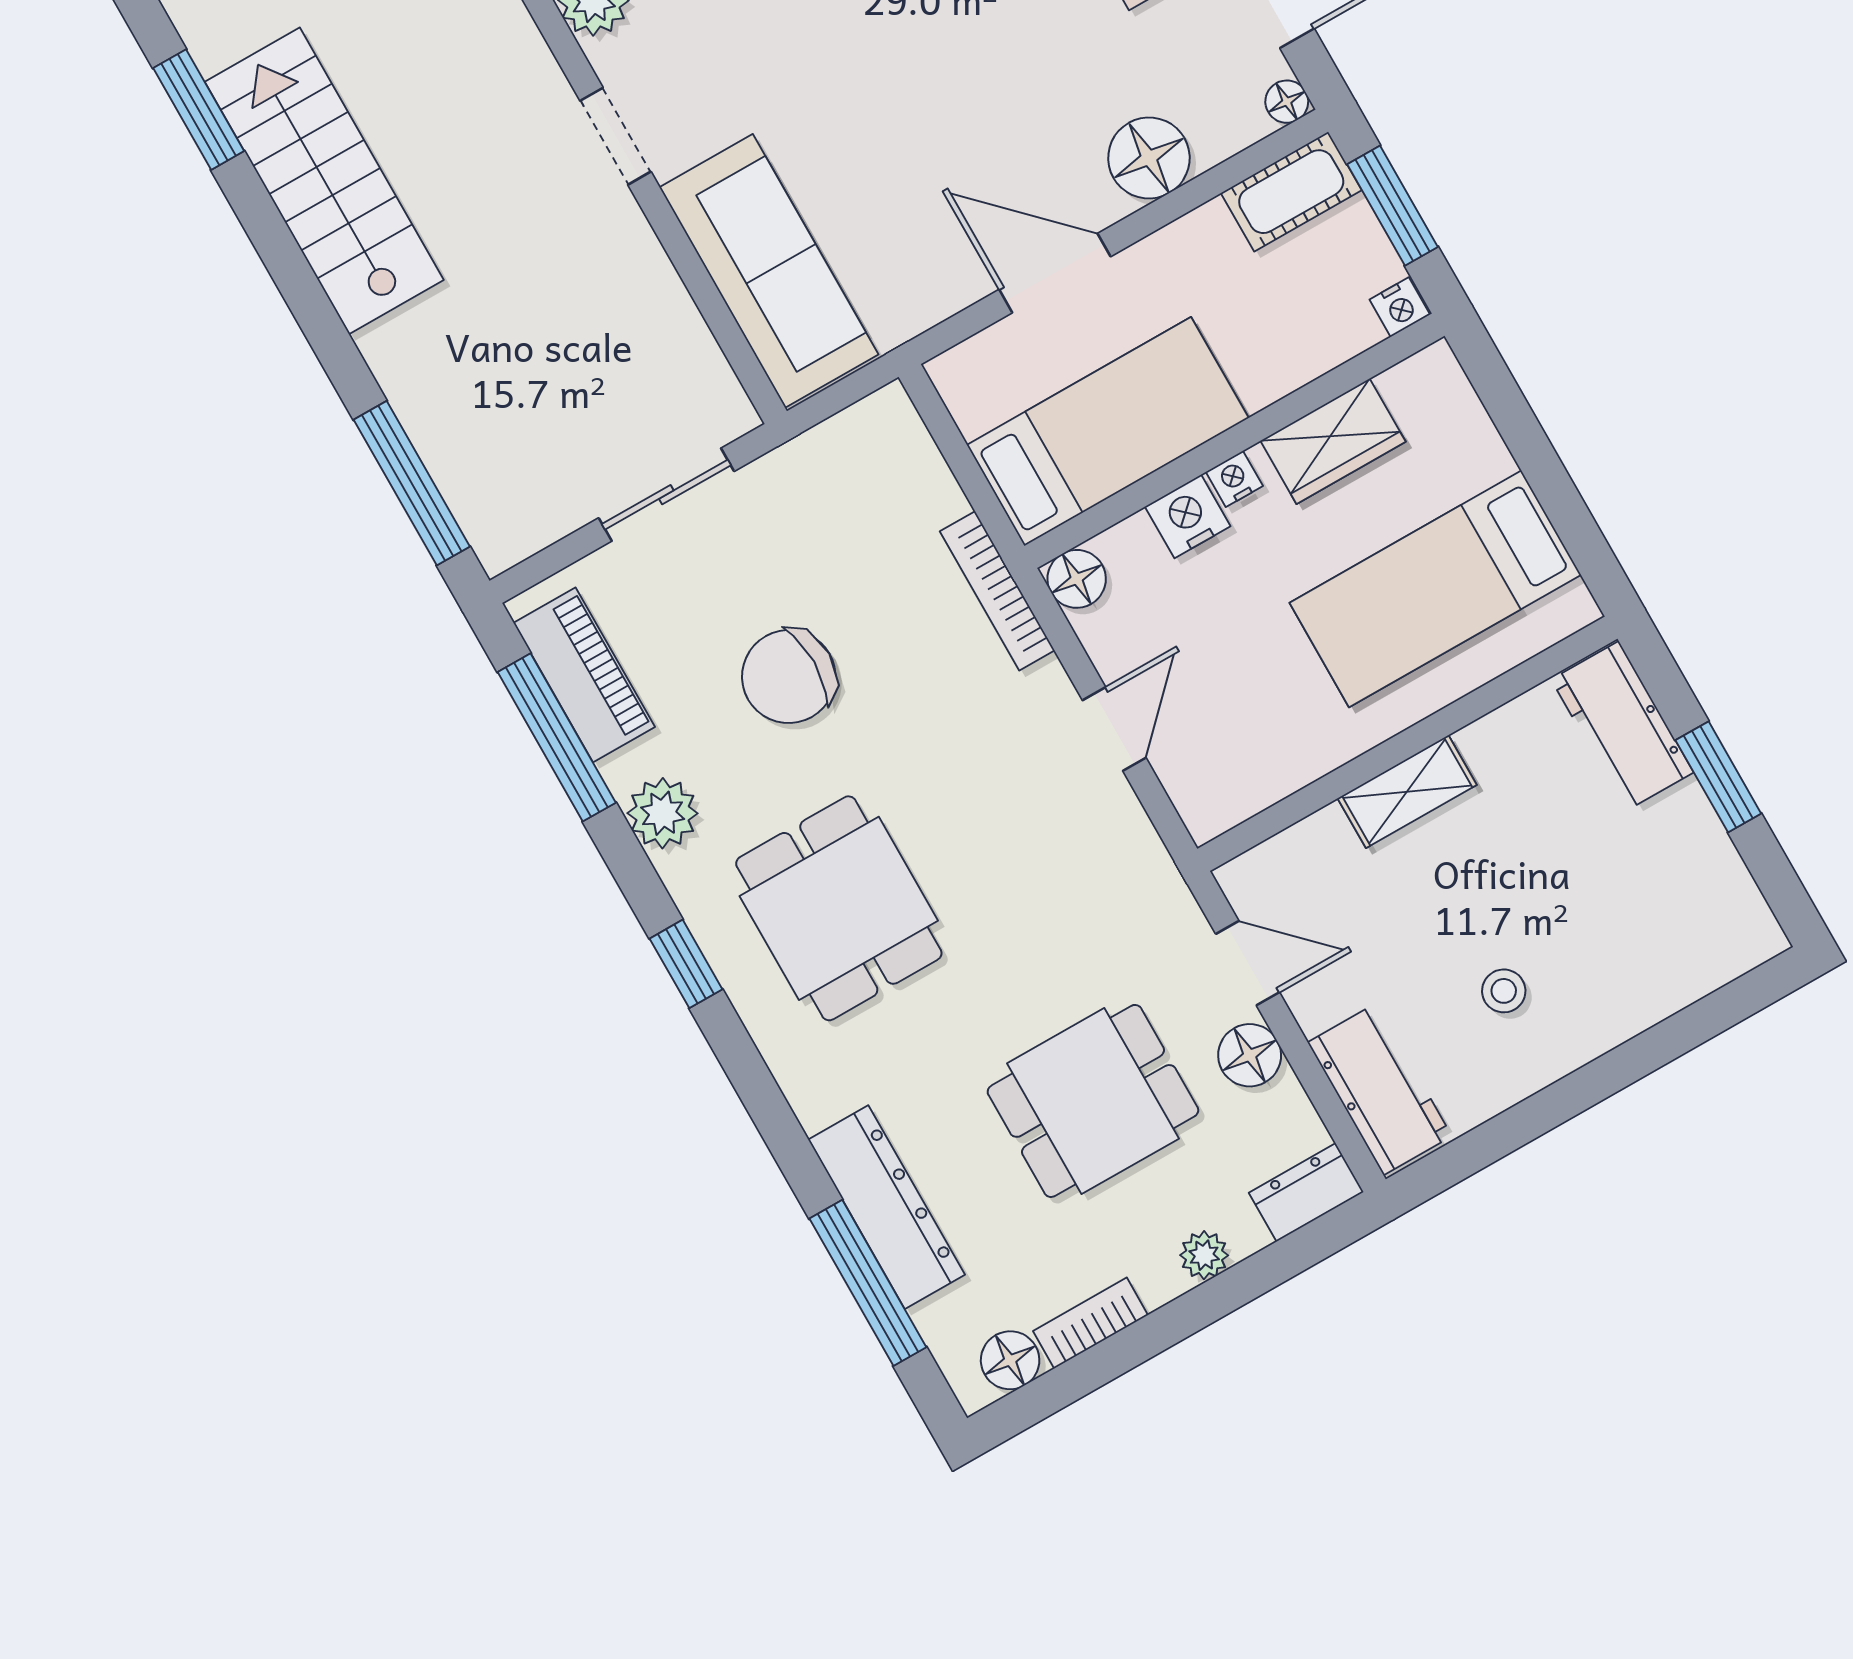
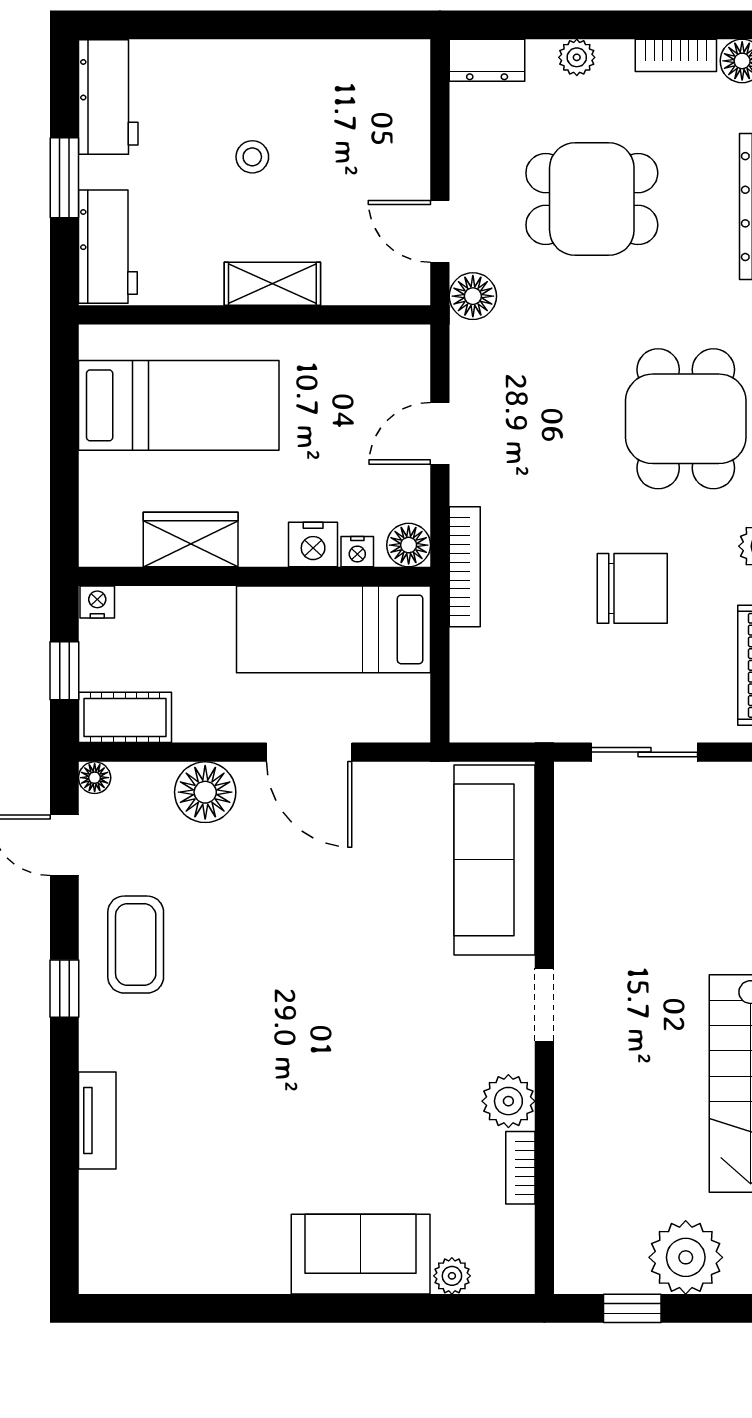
window: (1392, 206) -> (64, 671), width x0.67
nightstand: (1234, 479) -> (357, 552), moved
stool: (1504, 991) -> (252, 157), moved
floor lamp: (1250, 1055) -> (473, 296), moved
workbench: (1380, 1089) -> (108, 97), moved, turned 180

